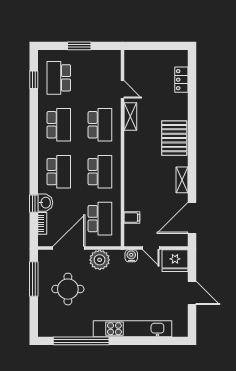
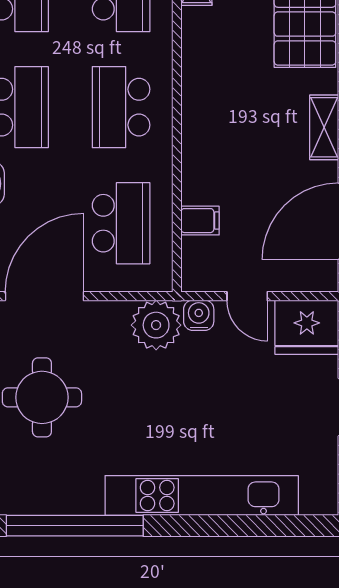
school desk: (100, 172) -> (121, 107), turned 180
plant: (100, 260) -> (156, 325), moved

